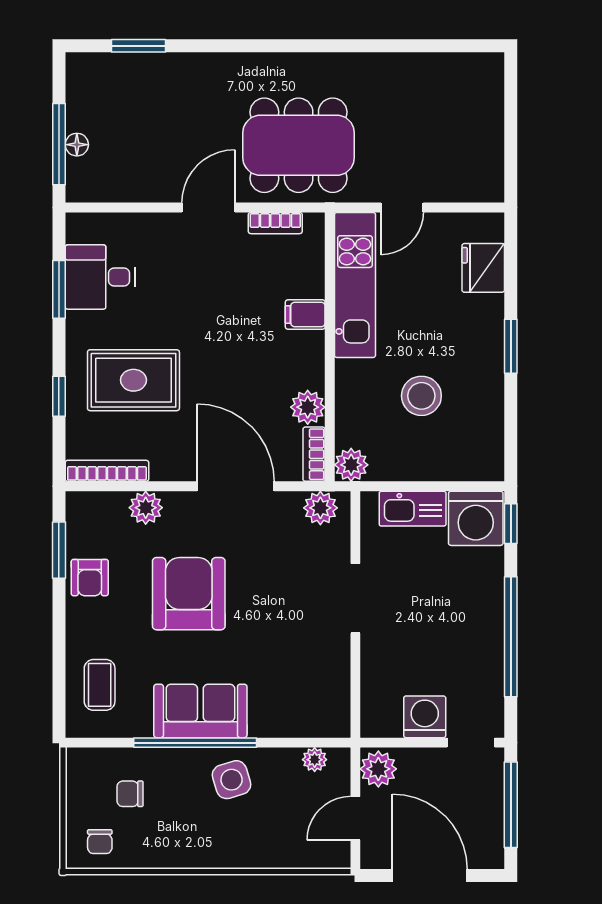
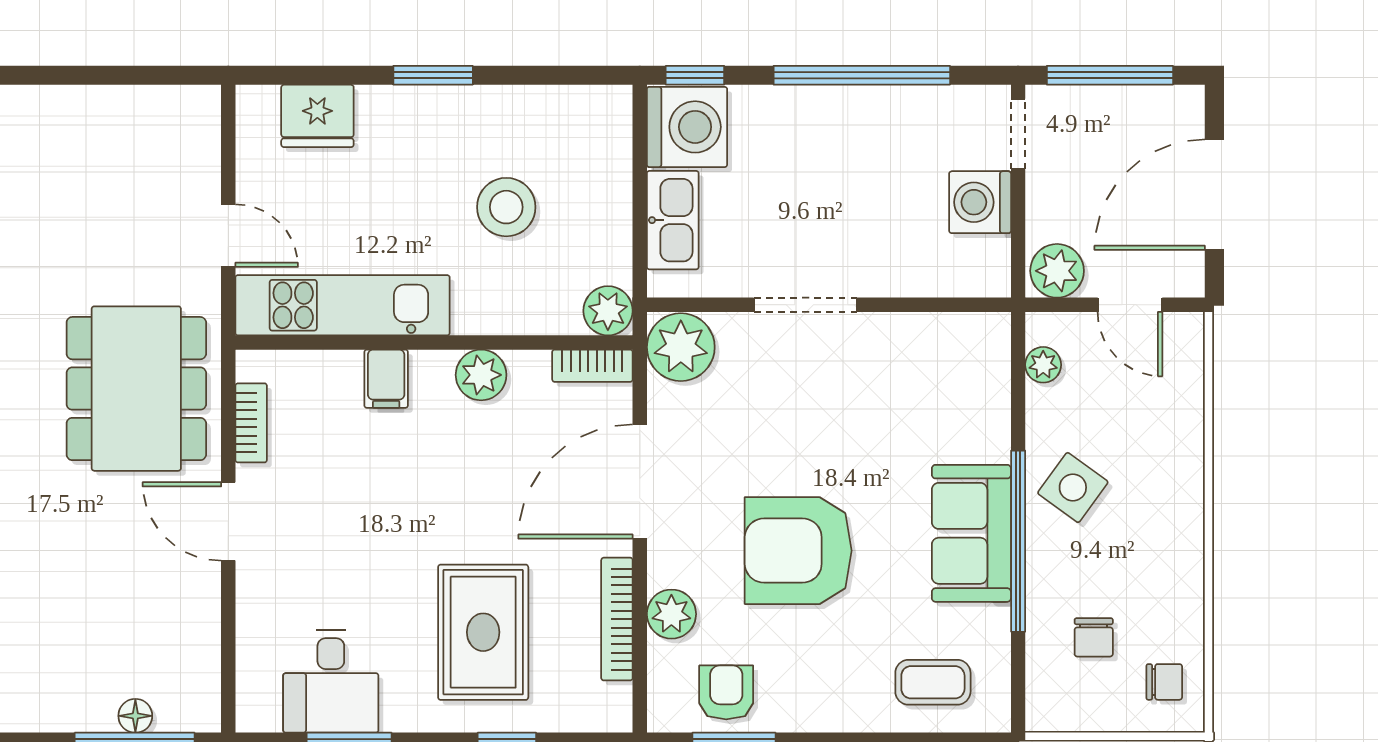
plant: (308, 407) -> (481, 375), moved
bookcase: (107, 471) -> (617, 619), moved
plant: (320, 508) -> (681, 347), width x1.36, depth x1.36
armchair: (90, 578) -> (726, 692), moved, turned -90
side table: (232, 780) -> (1073, 487), turned -37

